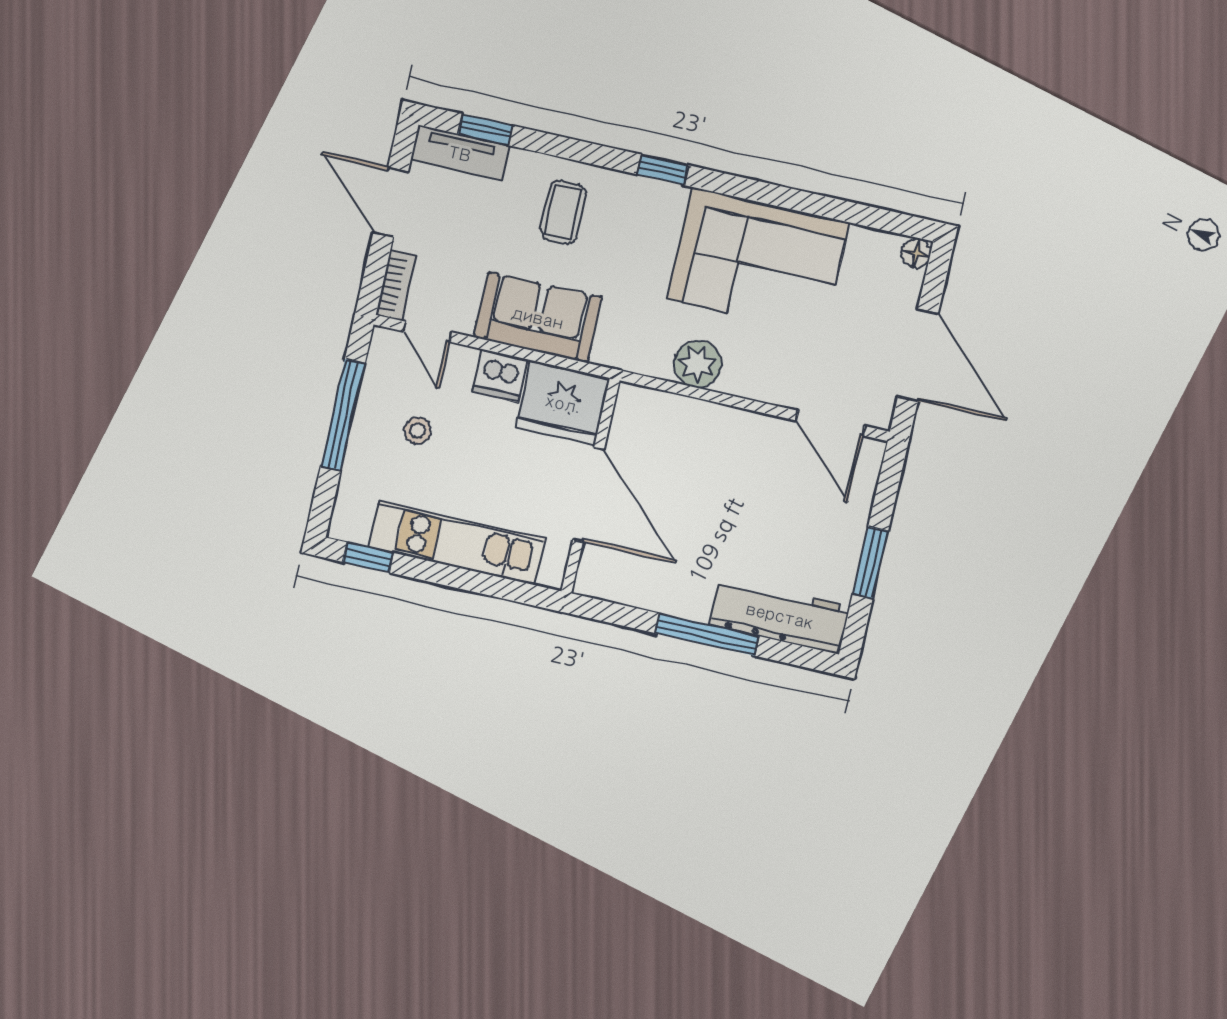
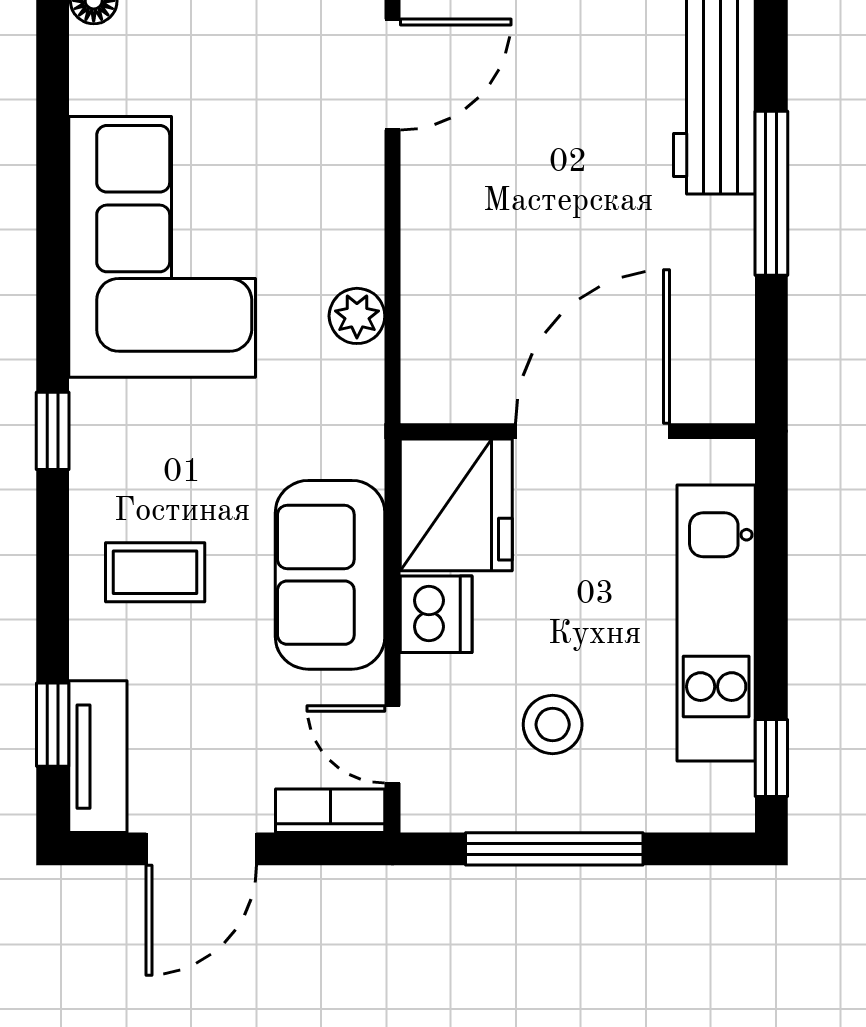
door: (427, 332) -> (392, 744), swing flipped
plant: (698, 364) -> (357, 316), width x0.73, depth x0.73
stool: (418, 431) -> (553, 725), width x1.37, depth x1.37

